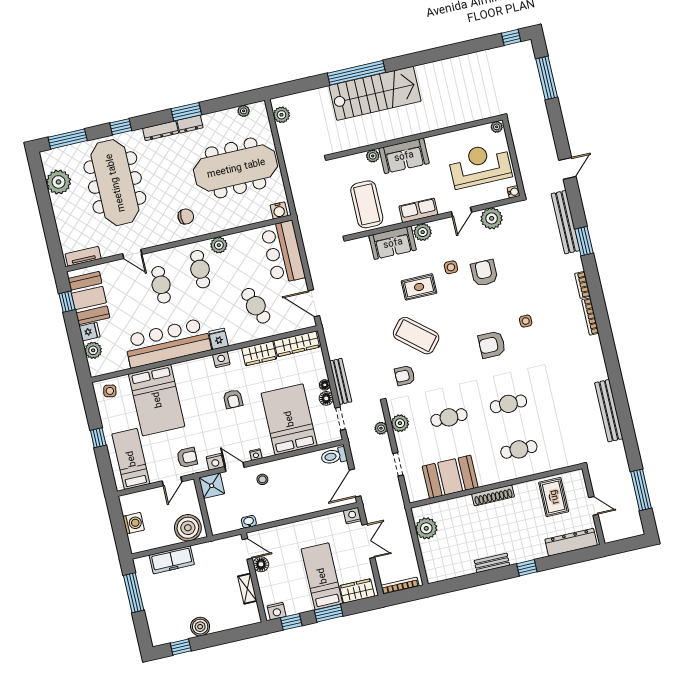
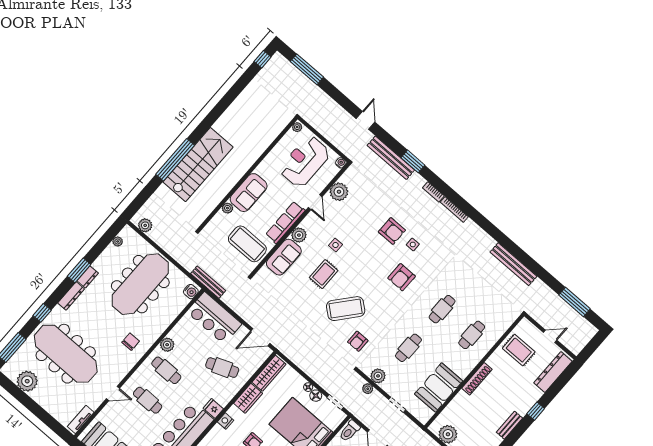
row of seats: (418, 210) -> (285, 222), width x1.48
armchair: (484, 273) -> (392, 231), moved, turned 180
bench: (341, 381) -> (208, 282), moved

